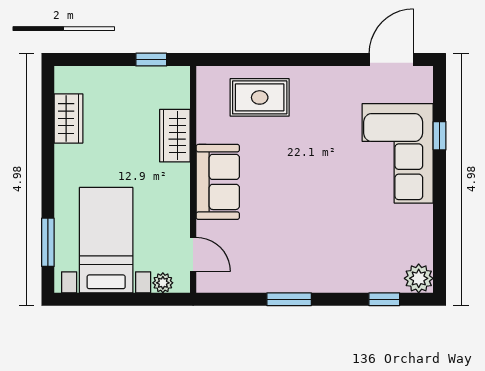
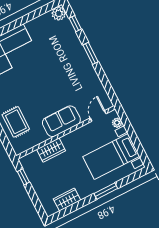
window: (48, 242) -> (106, 191), moved
window: (289, 299) -> (91, 53), moved

